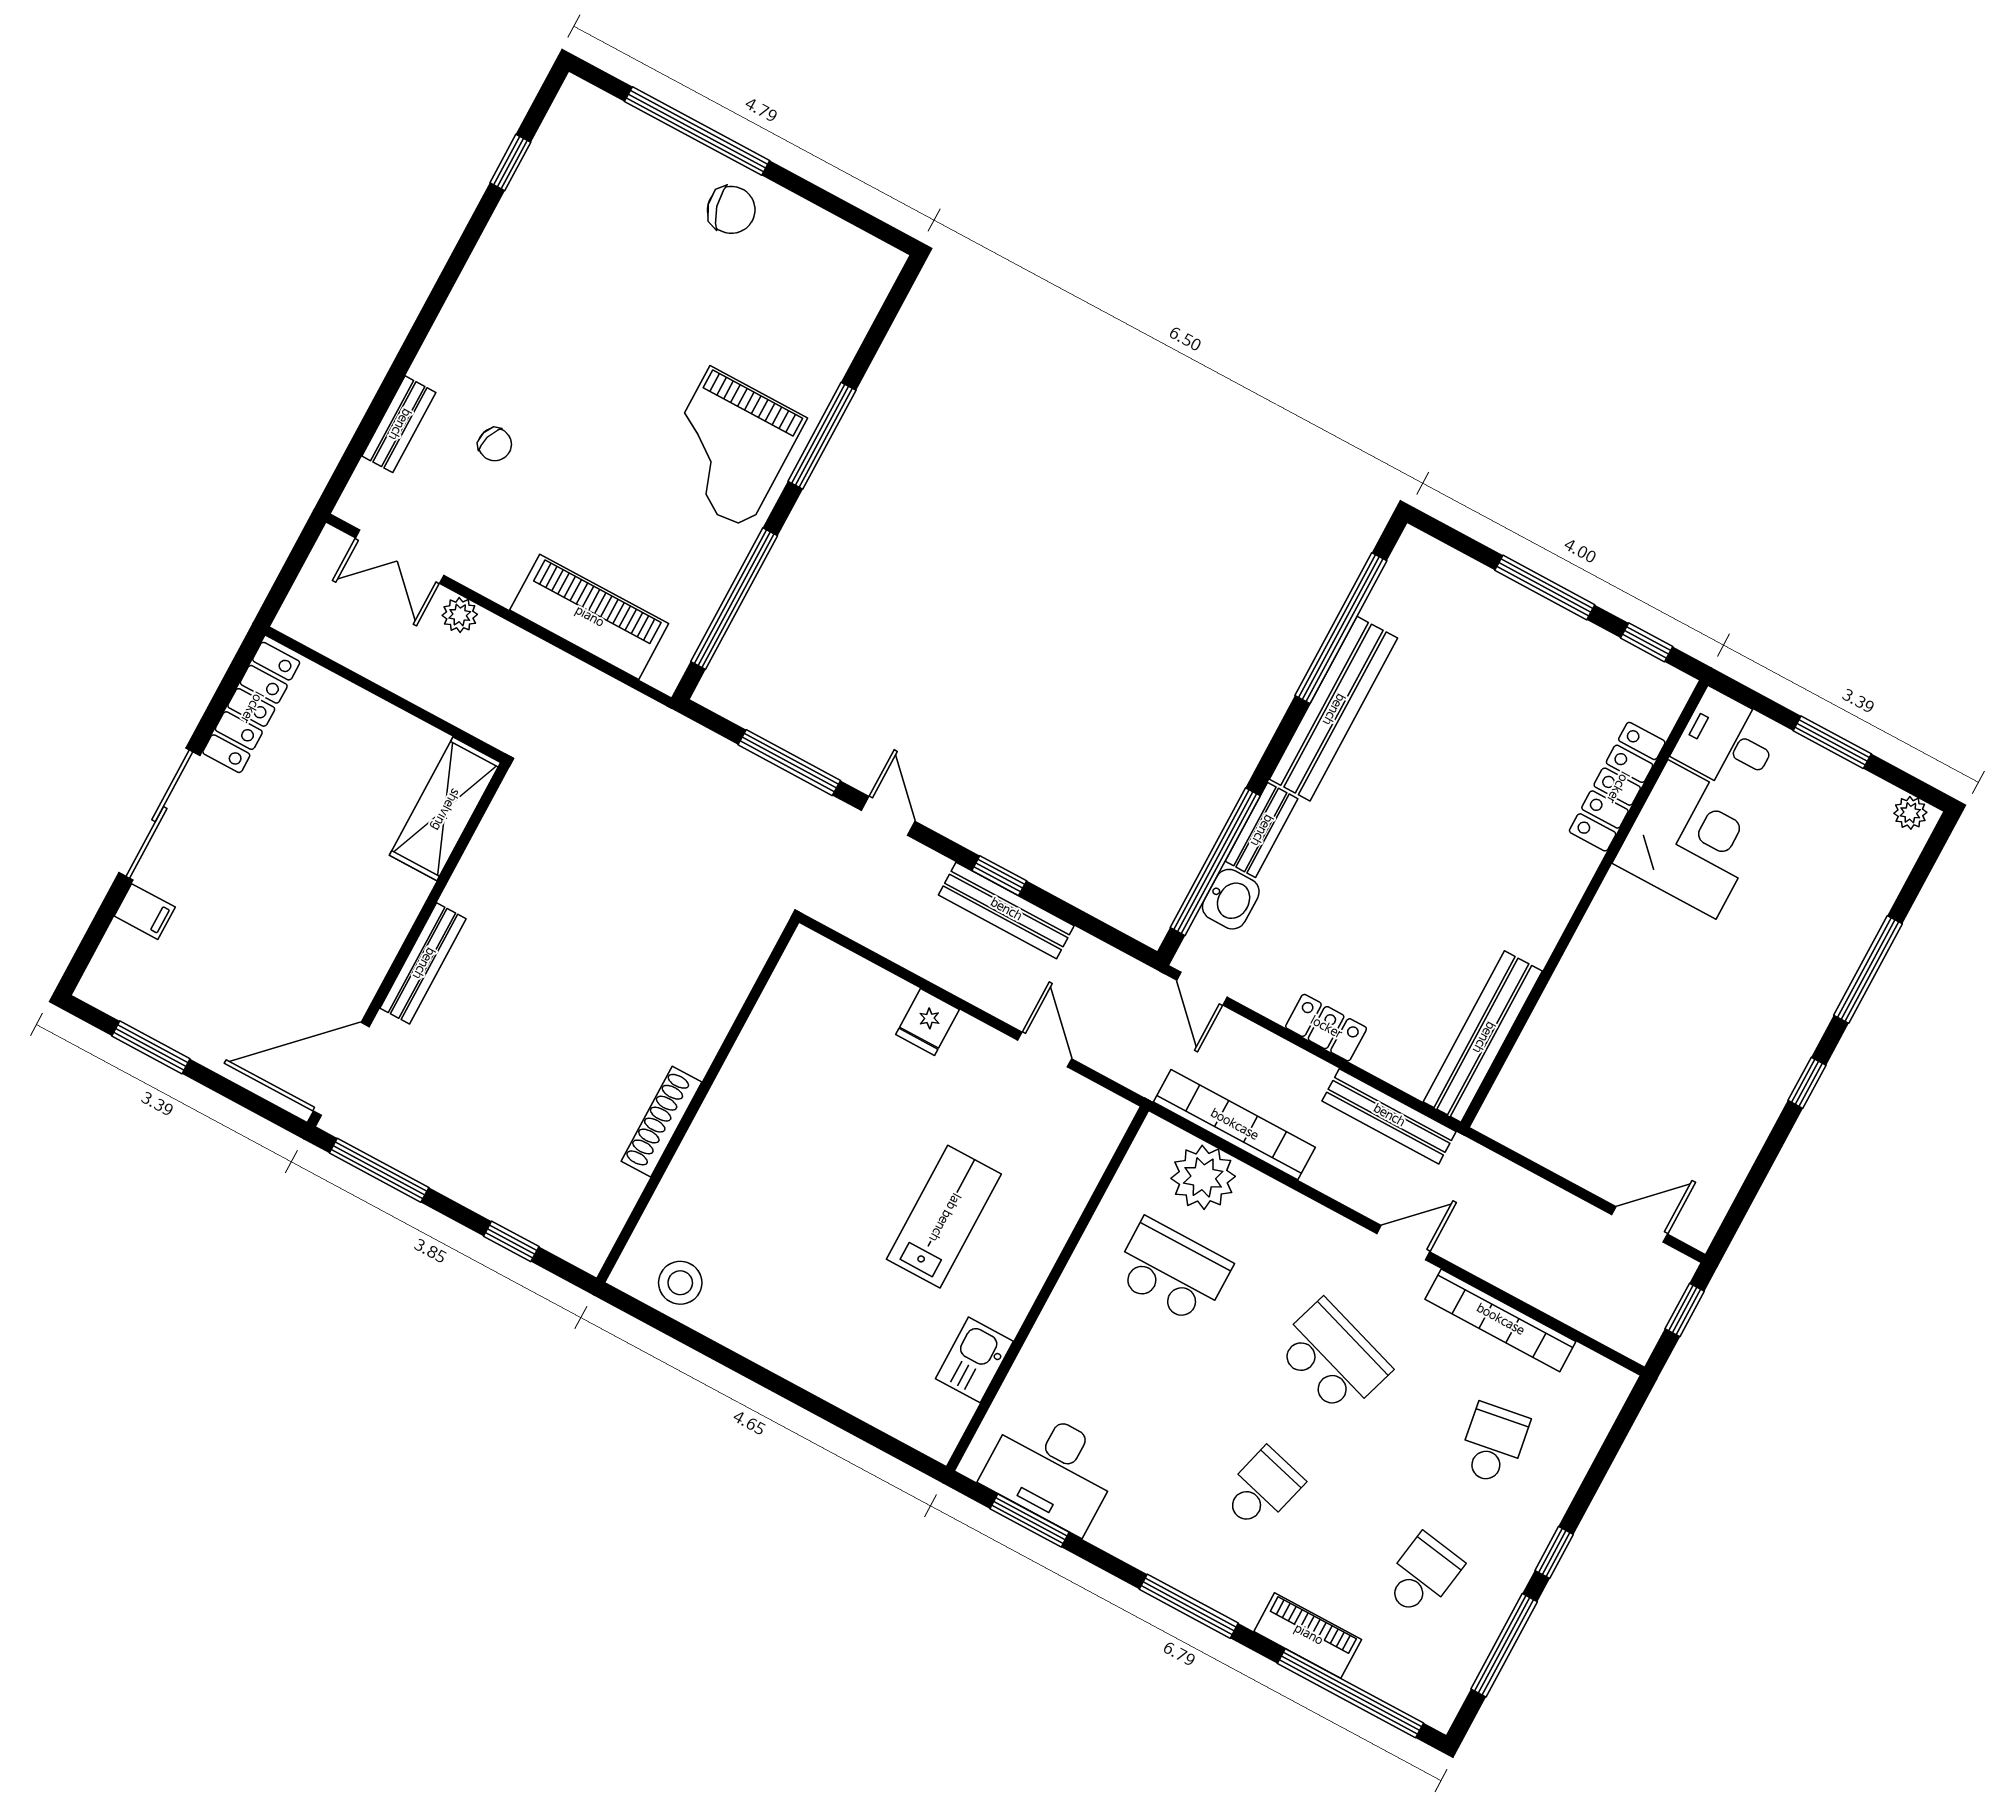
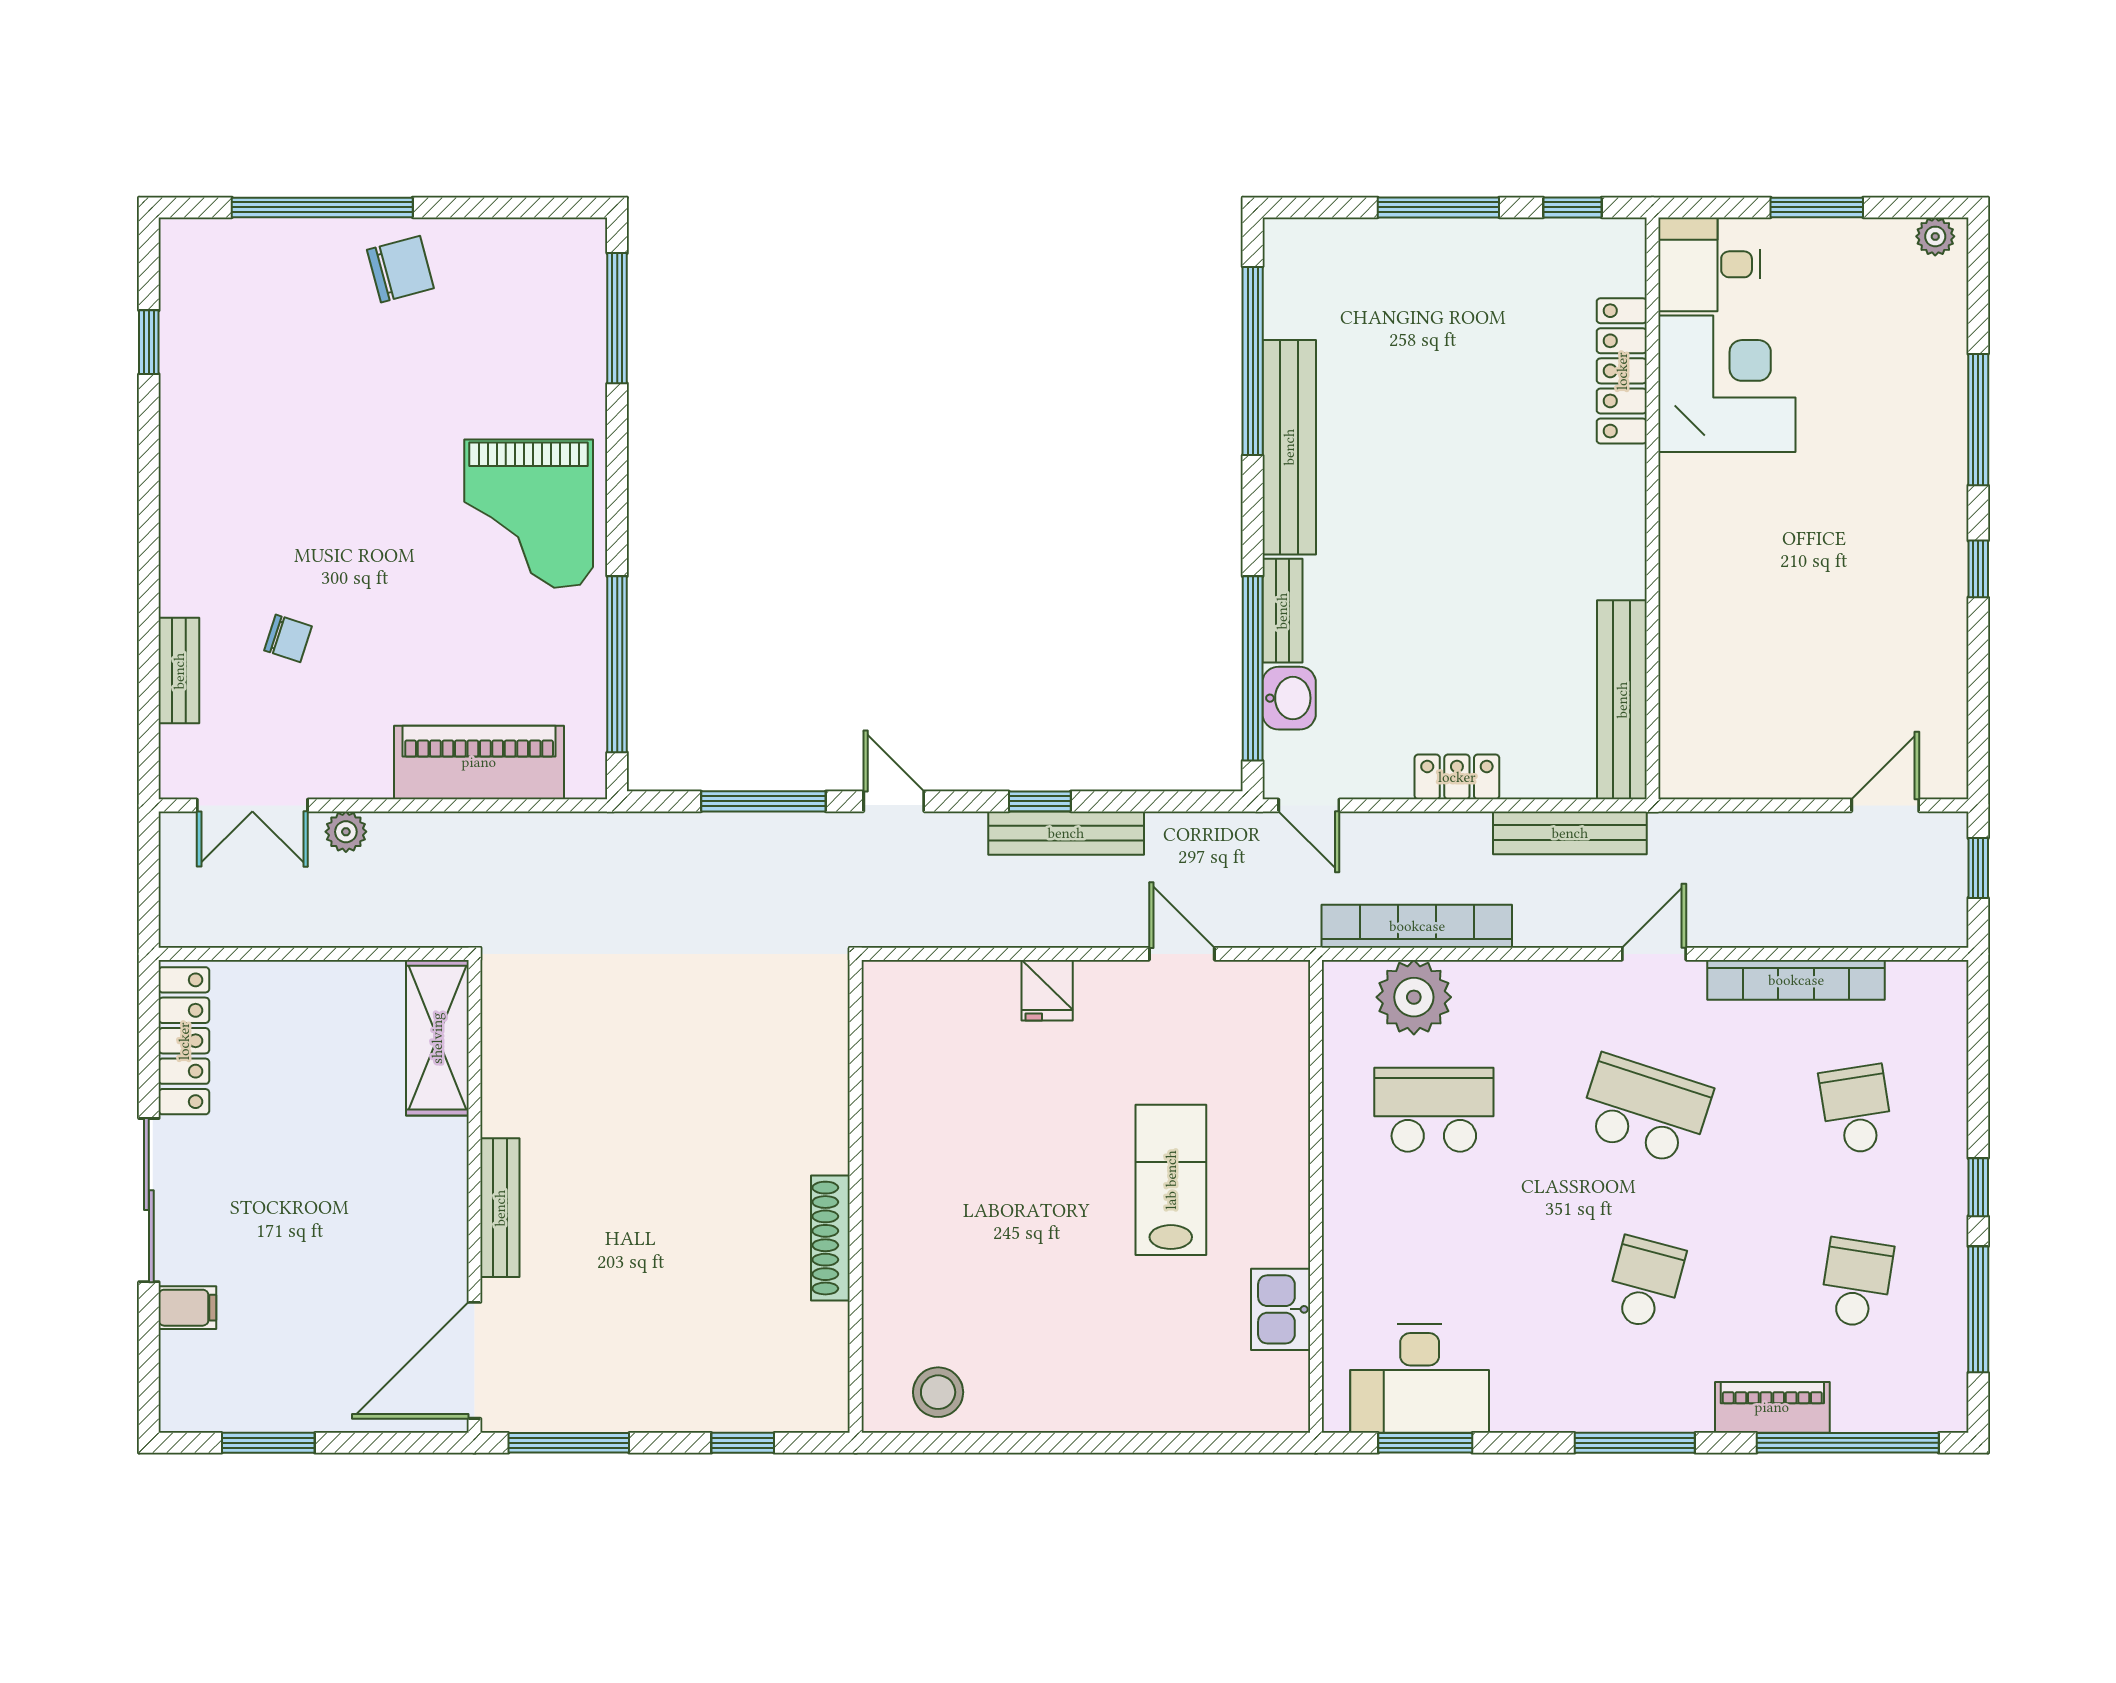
window: (822, 436) -> (617, 318), moved

